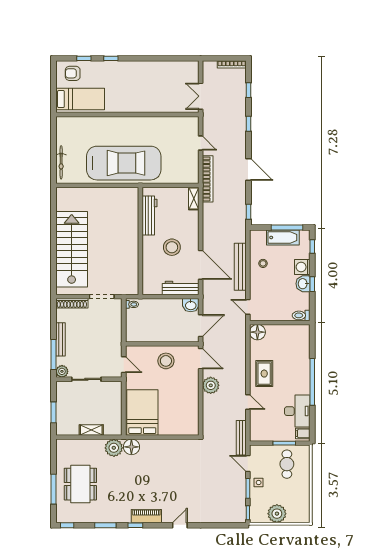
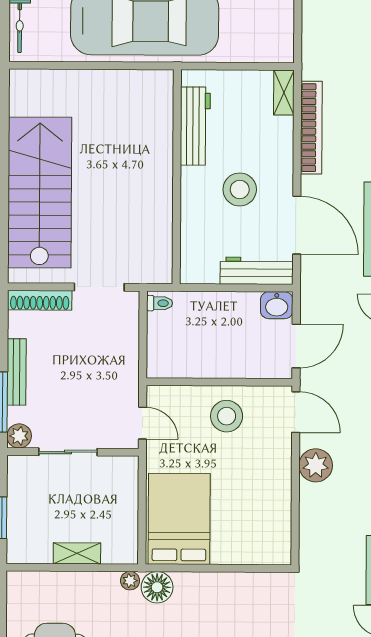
bookcase: (208, 179) -> (311, 128), moved
plant: (114, 448) -> (130, 581), width x0.53, depth x0.53

